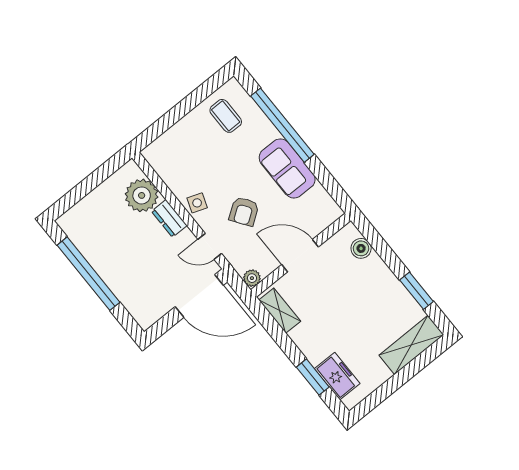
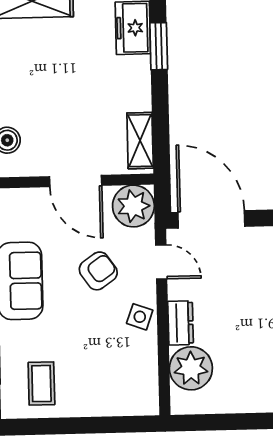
plant: (252, 278) -> (133, 206), width x1.88, depth x1.88

